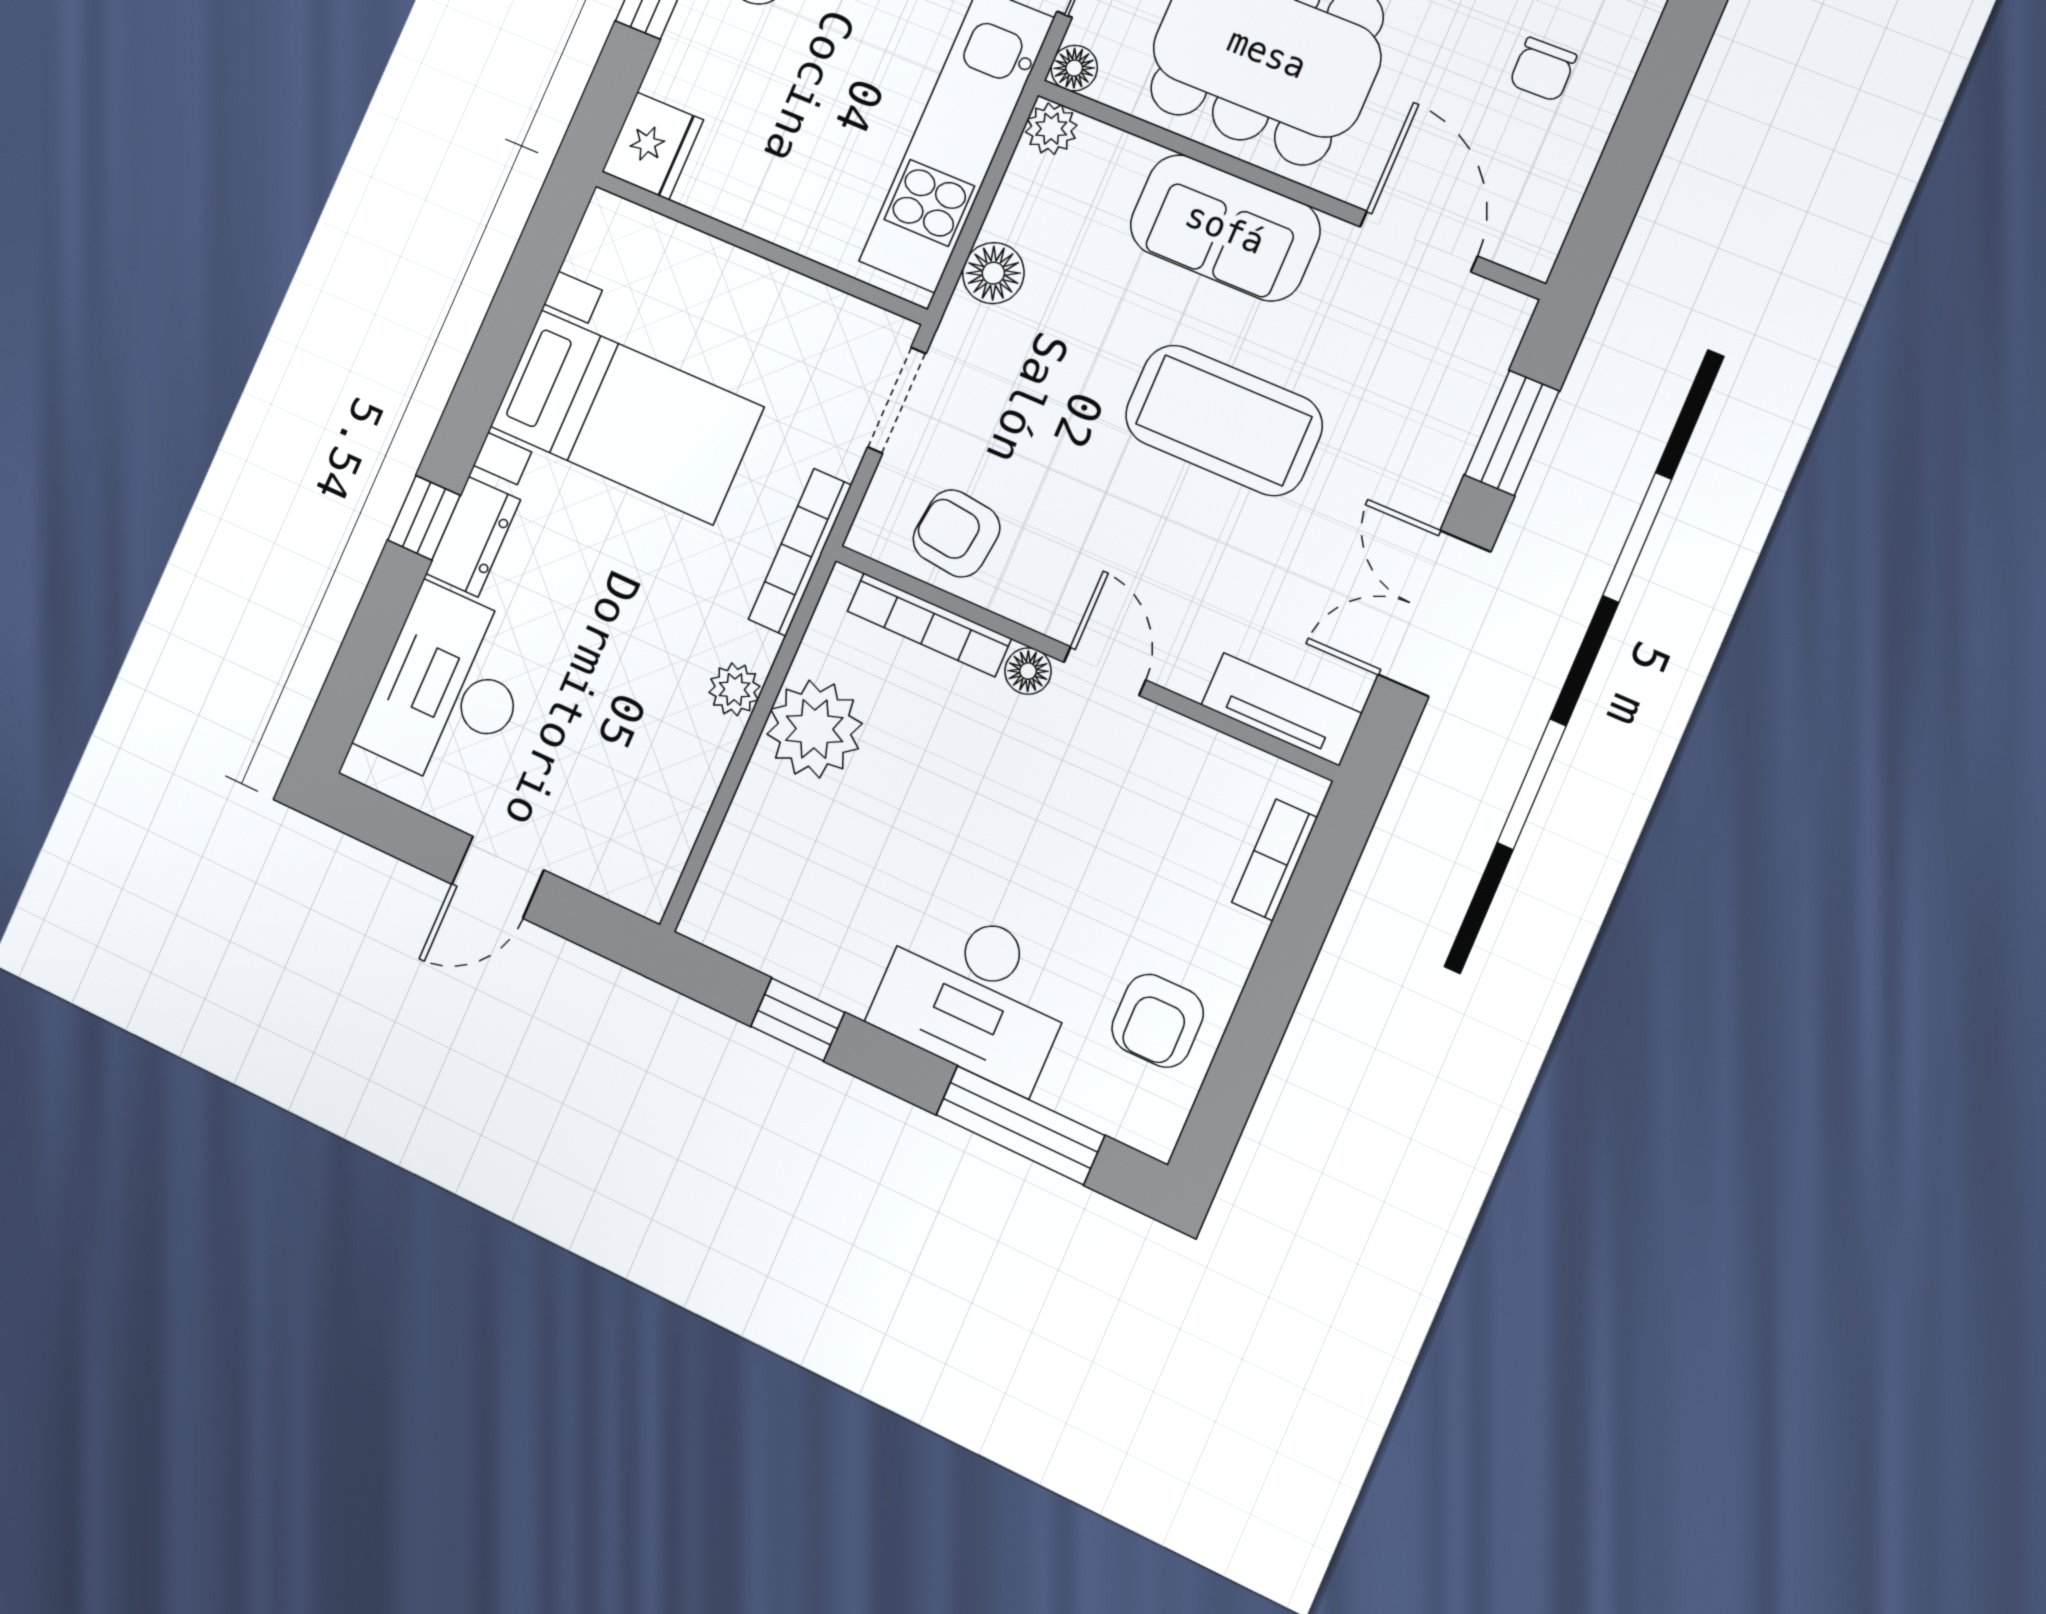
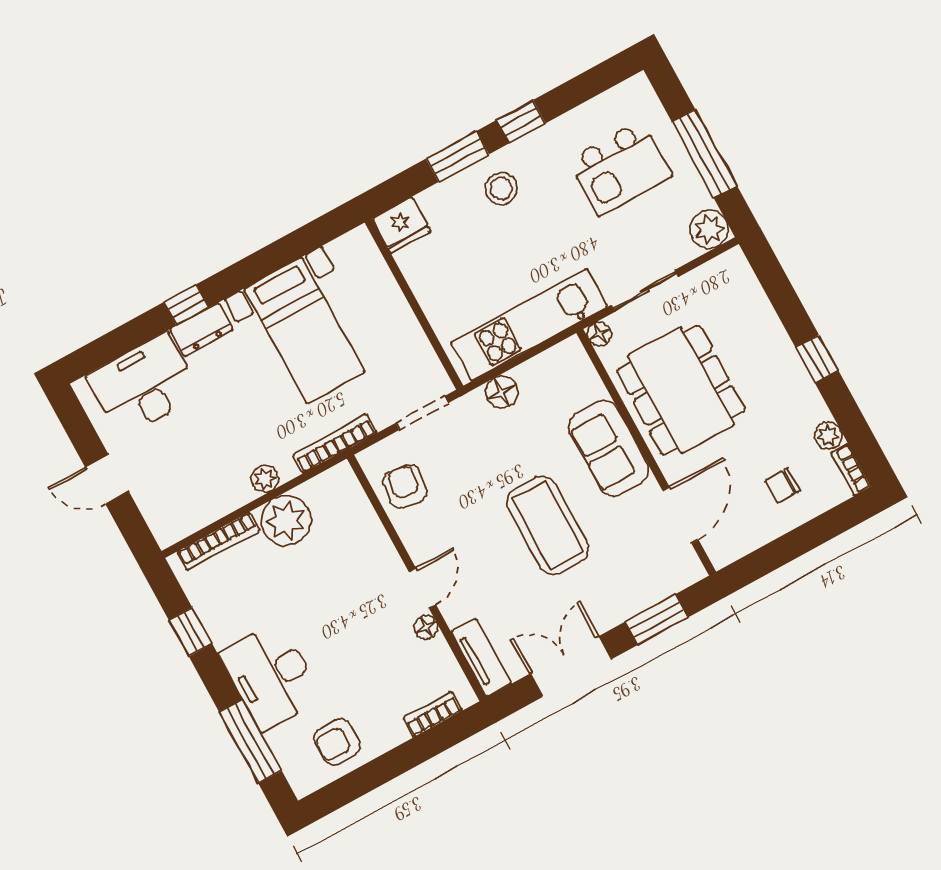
plant: (1051, 129) -> (571, 351), removed
bookcase: (929, 625) -> (218, 541), moved, turned -90
floor lamp: (1028, 671) -> (426, 627), moved

